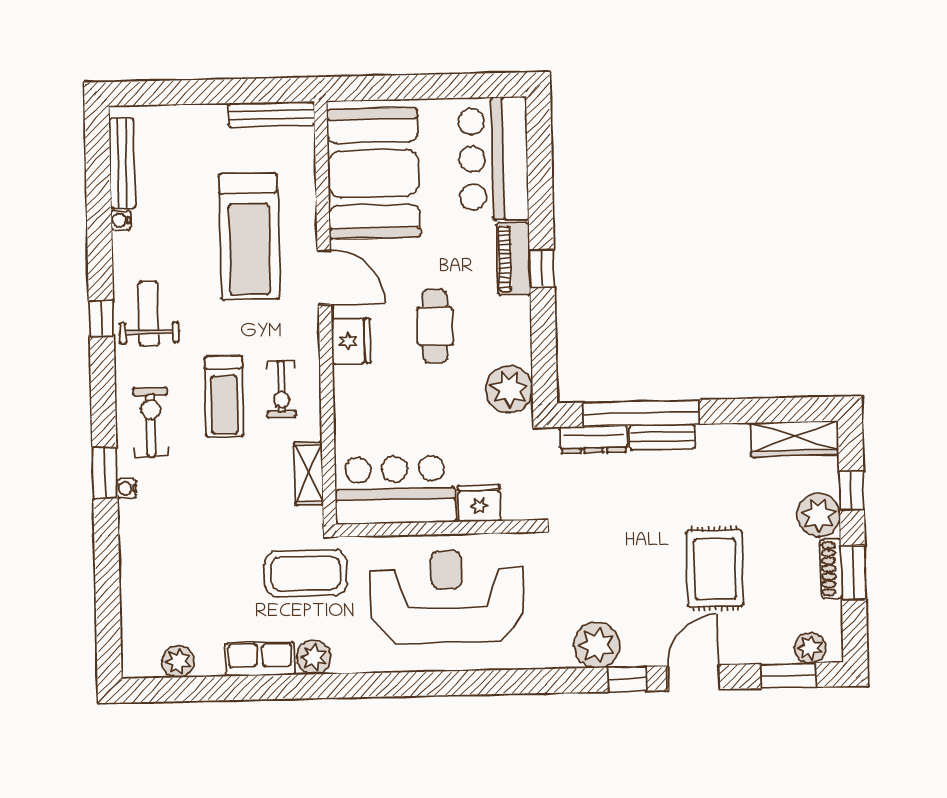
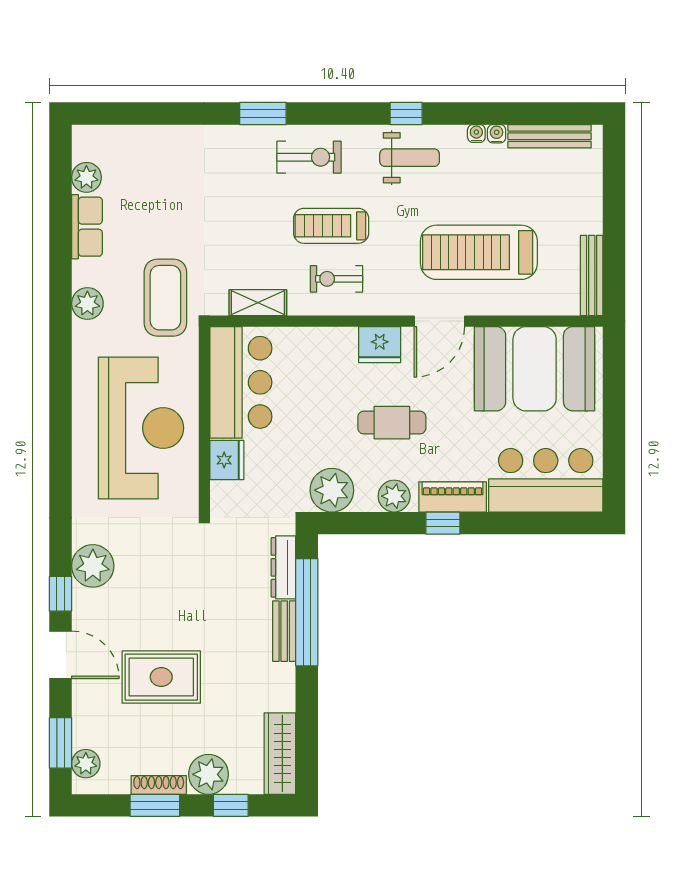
plant: (514, 322) -> (394, 496), added
water cooler: (127, 488) -> (476, 133), moved
row of seats: (260, 659) -> (87, 227), moved

